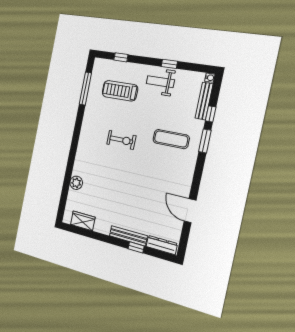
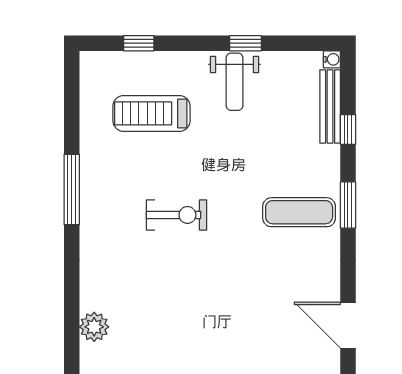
weight bench: (160, 82) -> (234, 82), turned -90
window: (85, 89) -> (72, 190), moved
exercise mat: (171, 139) -> (299, 212), moved
window: (205, 141) -> (348, 205), moved

